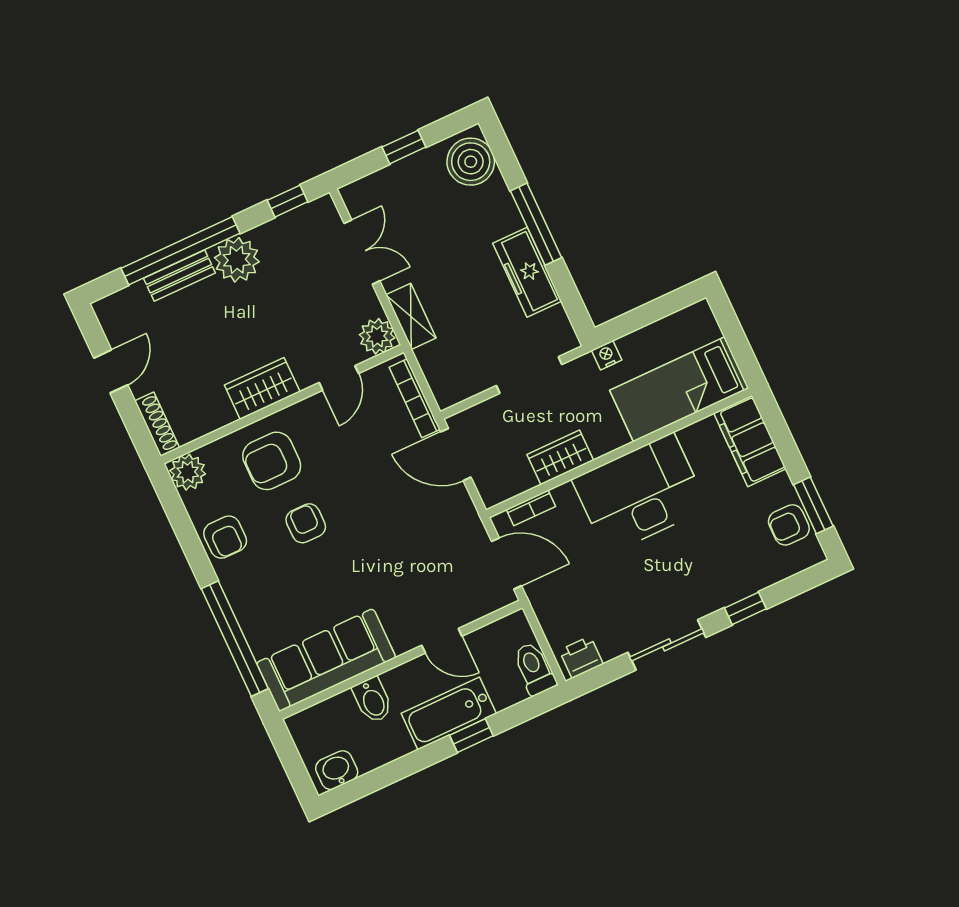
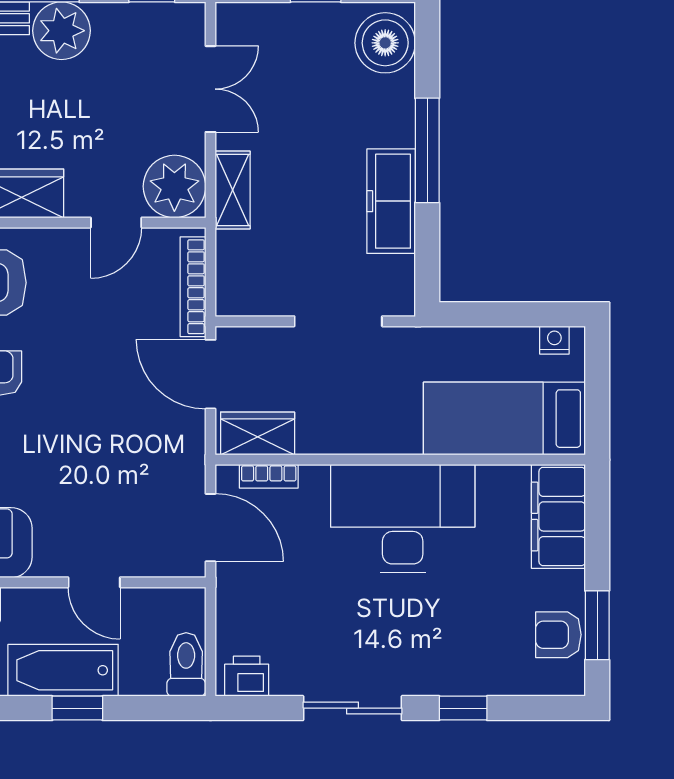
plant: (377, 336) -> (174, 186), width x1.36, depth x1.36
nightstand: (607, 355) -> (554, 340), moved
wardrobe: (560, 457) -> (258, 434), moved

